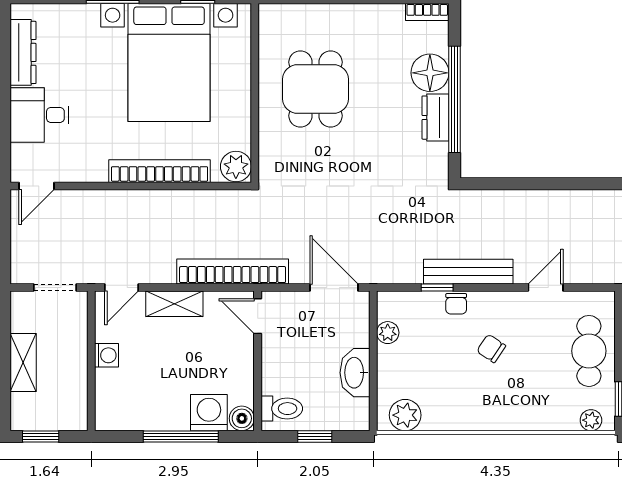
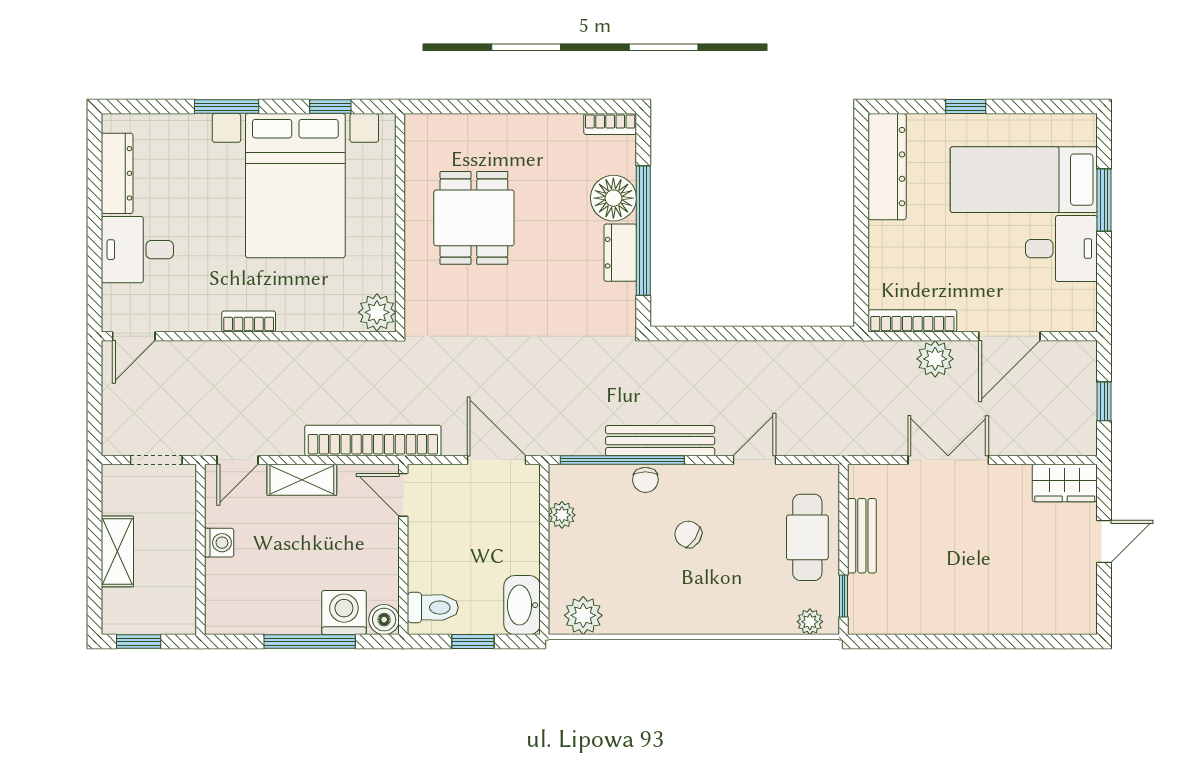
bookcase: (160, 171) -> (249, 321), width x0.43, depth x0.76
window: (437, 288) -> (622, 460), width x3.17
washbasin: (355, 373) -> (522, 605), moved

